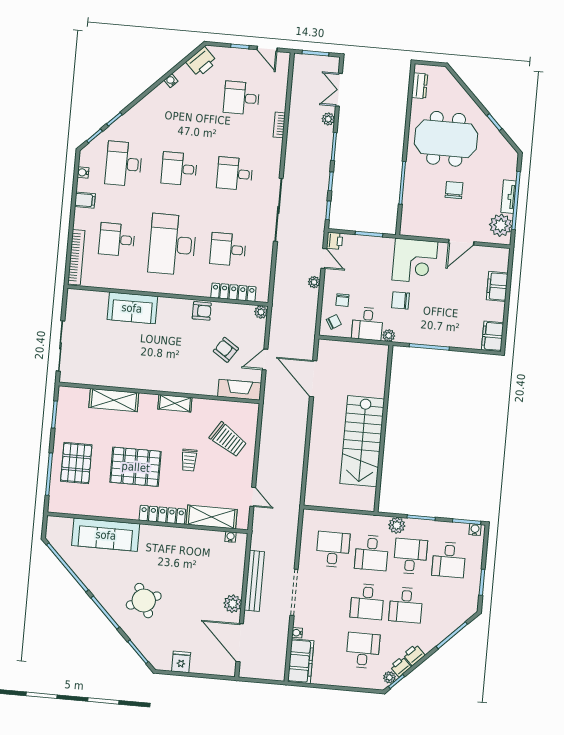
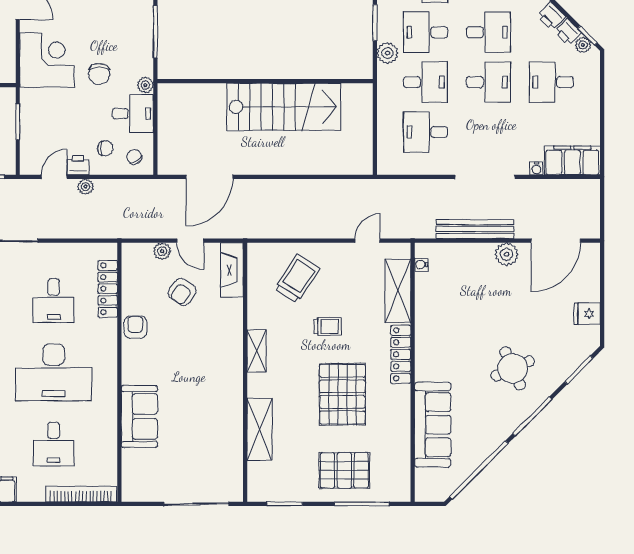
printer: (335, 241) -> (78, 165), moved
plant: (261, 312) -> (162, 251), moved

